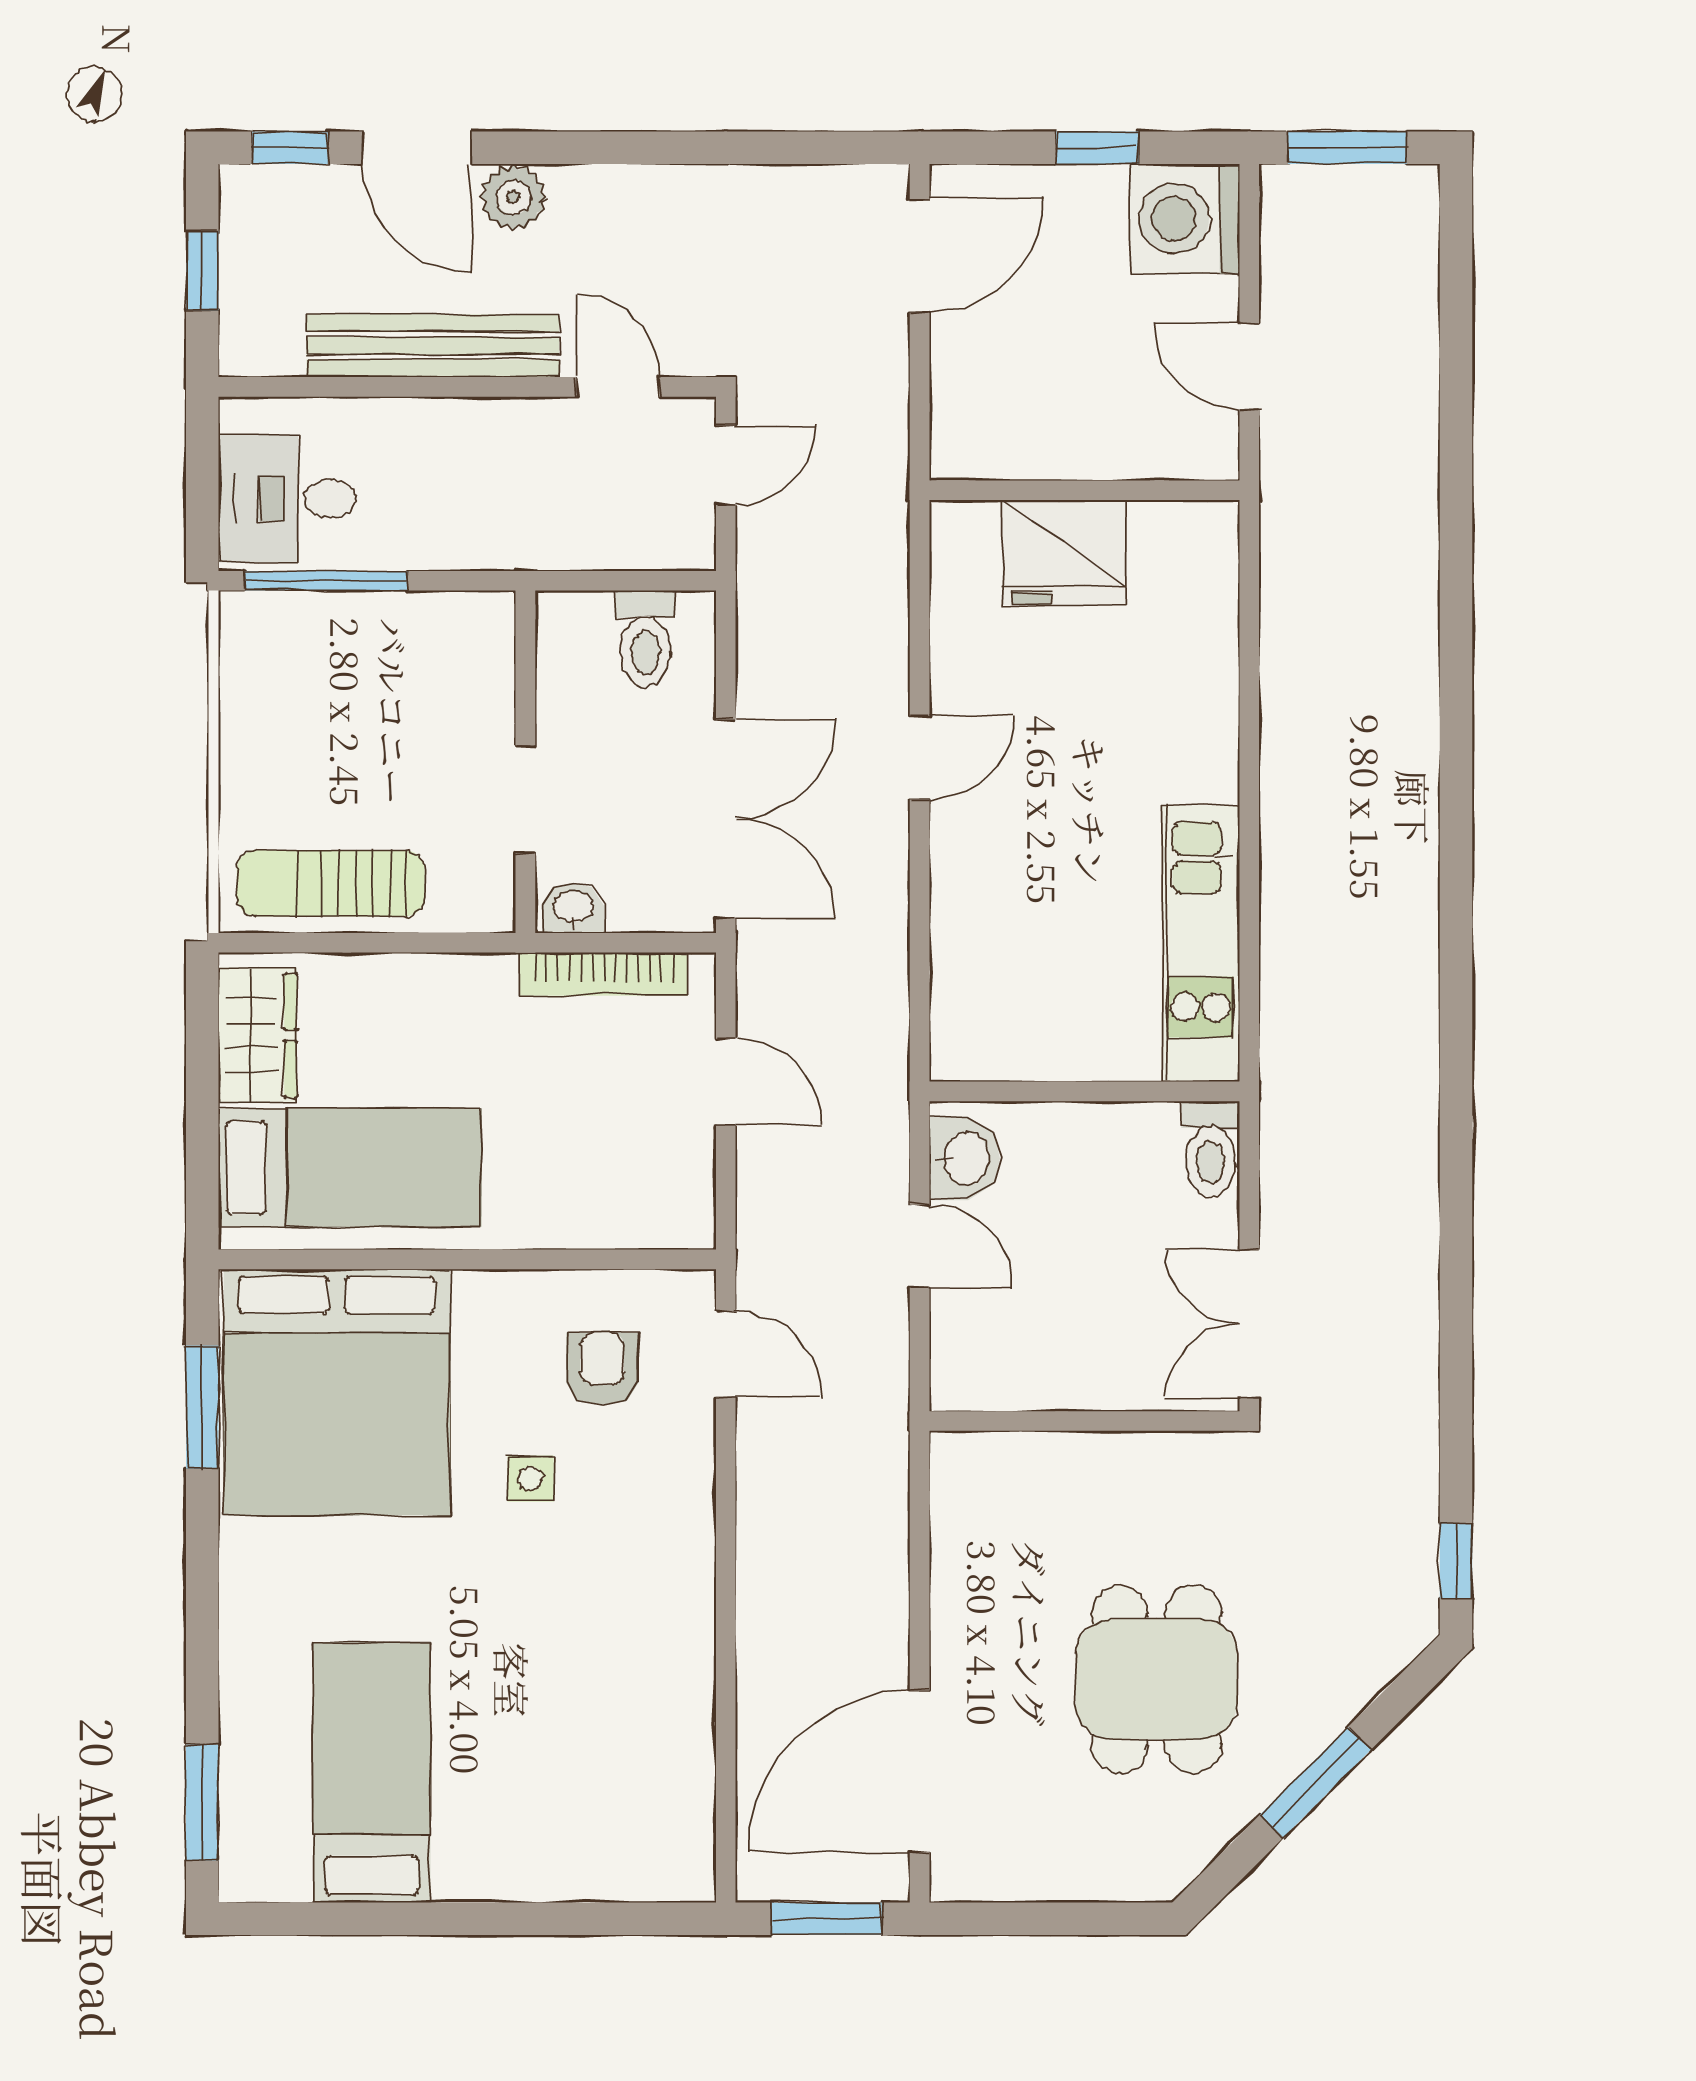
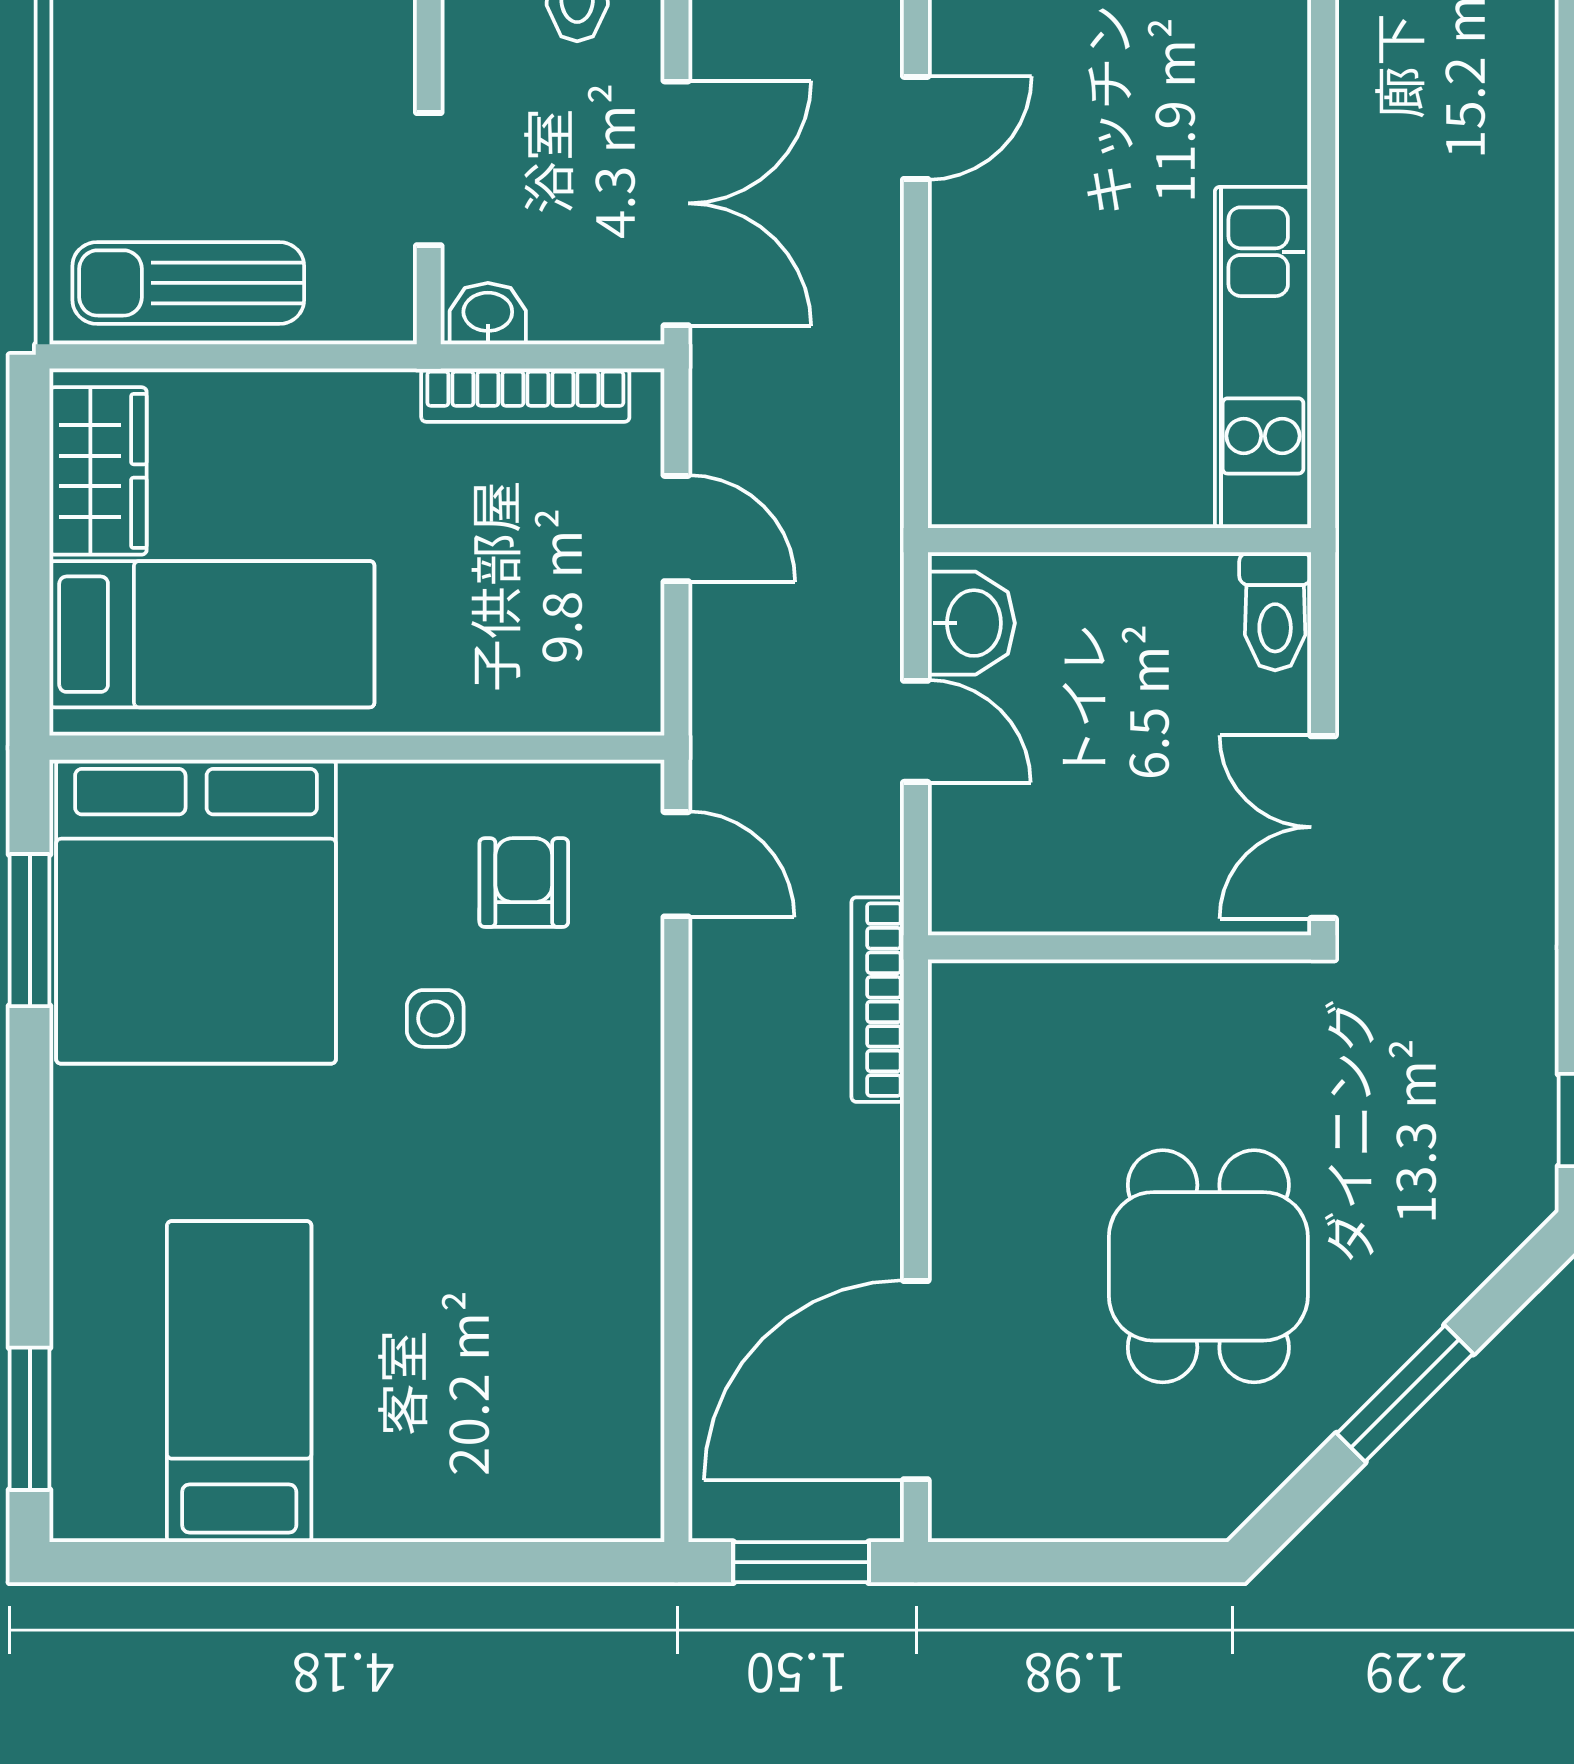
bookcase: (889, 1463) -> (878, 1000), added

